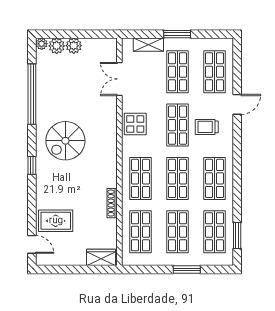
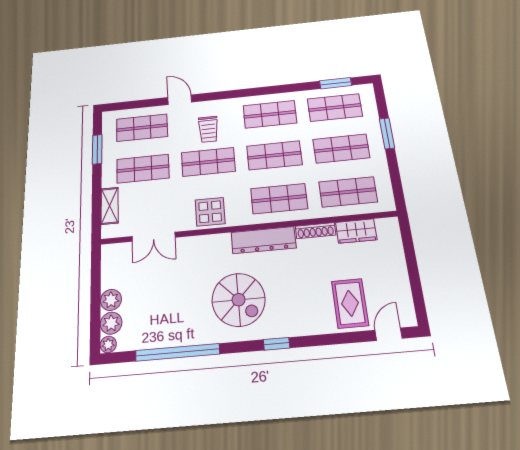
window: (177, 34) -> (97, 149), moved
dresser: (109, 163) -> (263, 240), added
wardrobe: (101, 257) -> (356, 231), moved, turned -90

